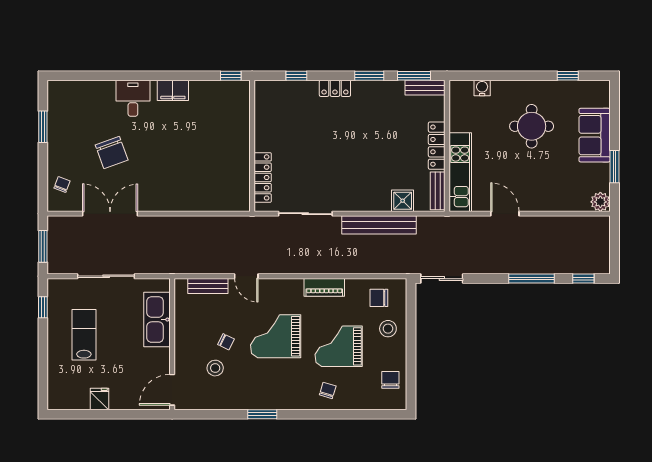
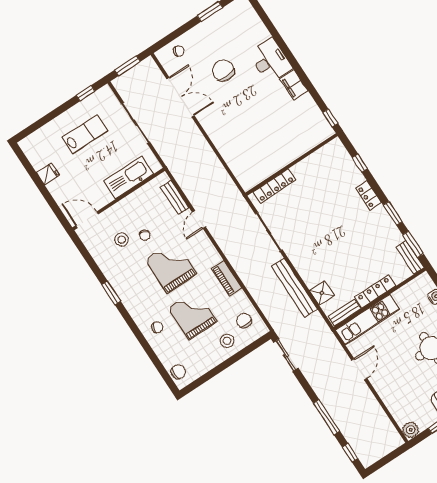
desk: (133, 98) -> (270, 61), width x1.37
chair: (112, 152) -> (223, 71), turned 110
chair: (390, 380) -> (178, 372), moved

